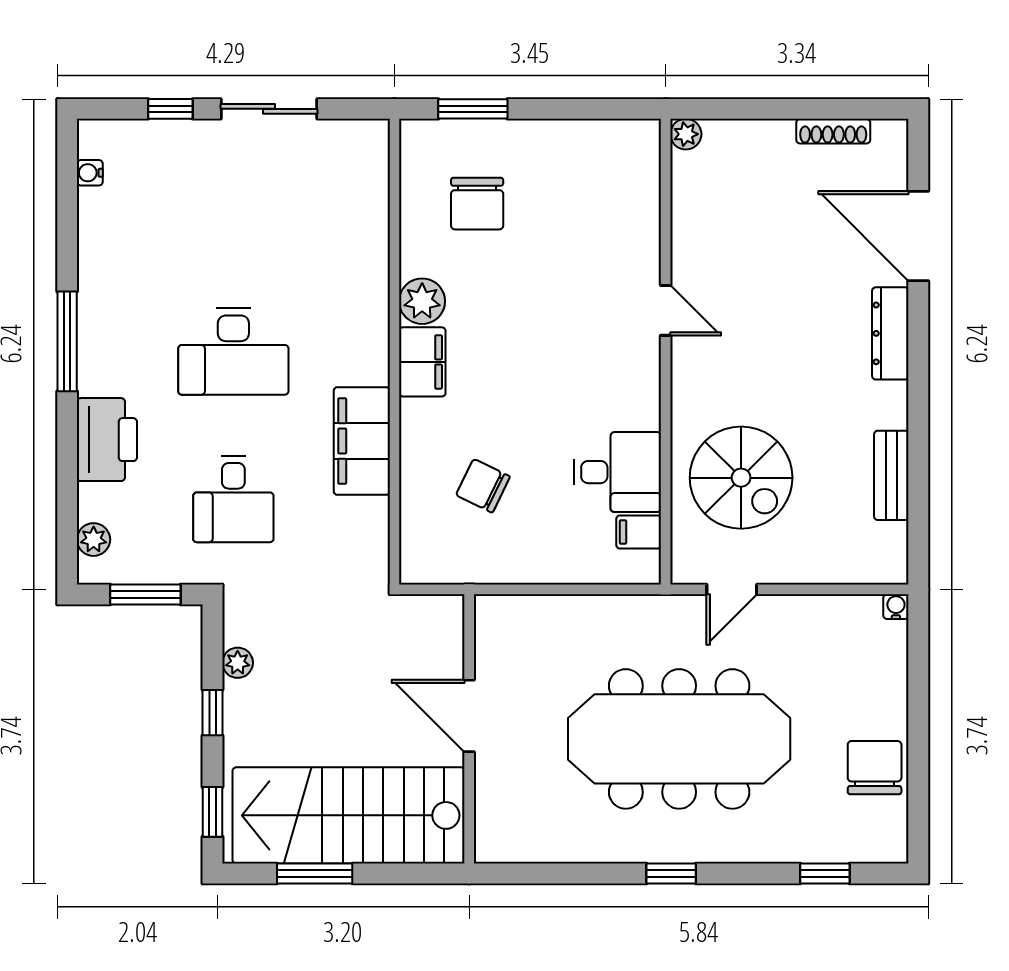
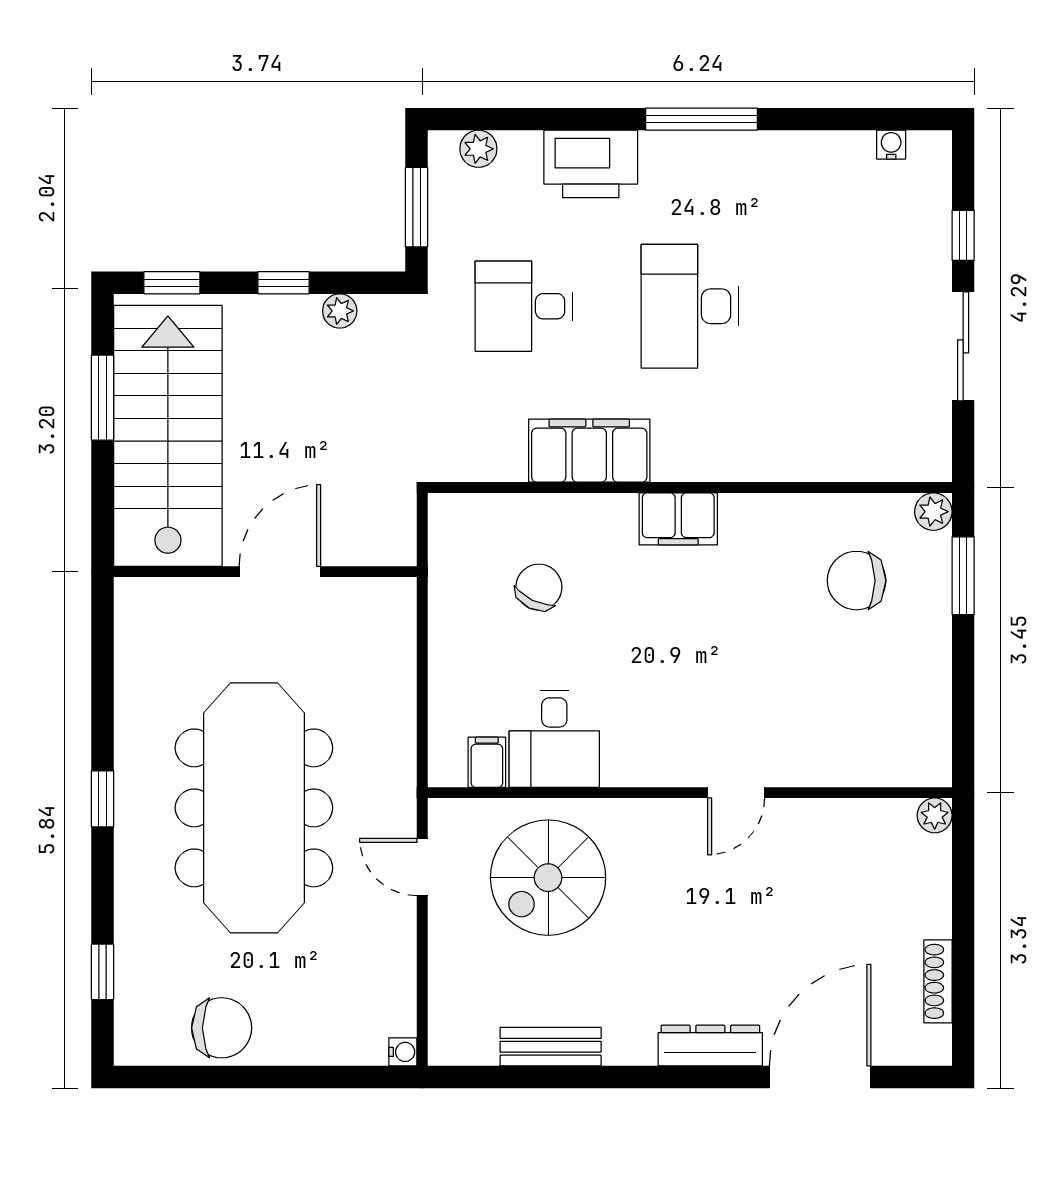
plant: (422, 301) -> (933, 512), moved, width x0.73, depth x0.73

